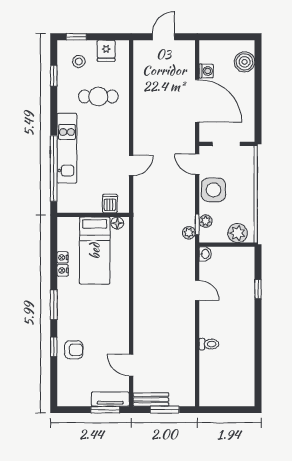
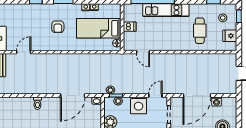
door: (131, 165) -> (143, 52), moved
dishwasher: (110, 204) -> (130, 27), moved
door: (197, 290) -> (73, 96), width x1.87
armchair: (74, 350) -> (58, 27), moved

